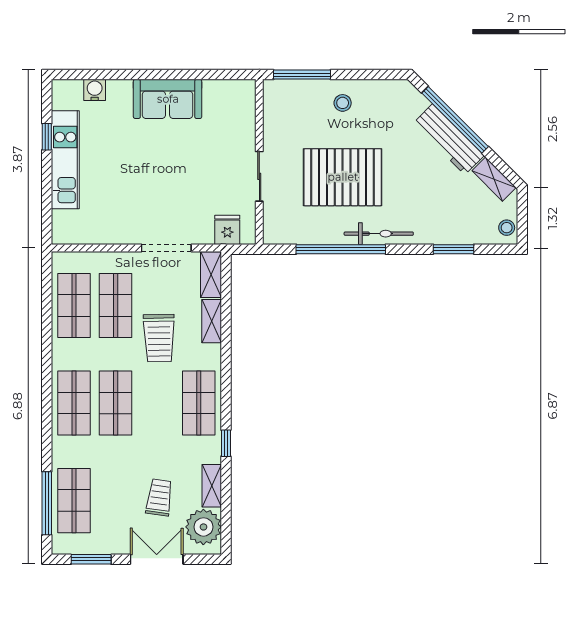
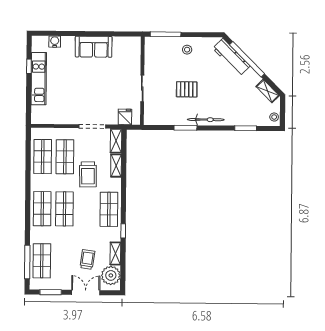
workbench: (449, 139) -> (231, 57), moved
pallet: (343, 177) -> (187, 89), width x0.49, depth x0.50
window: (341, 249) -> (185, 128), width x0.47

